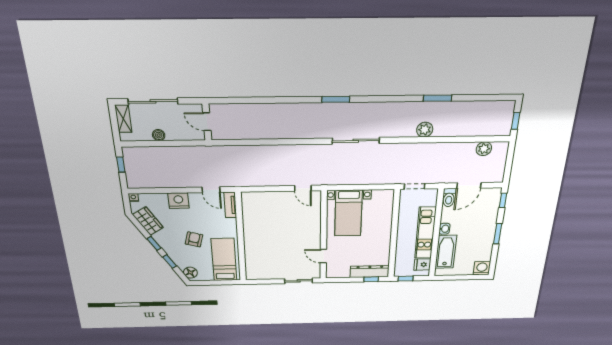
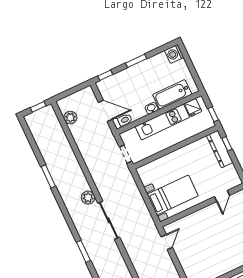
plant: (425, 130) -> (88, 198), moved

